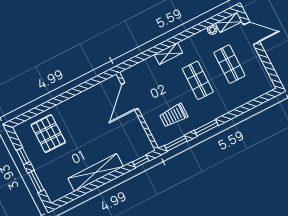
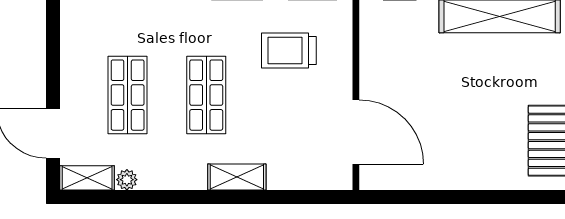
door: (130, 96) -> (356, 132), hinge flipped
trolley: (174, 115) -> (289, 51), turned 180

